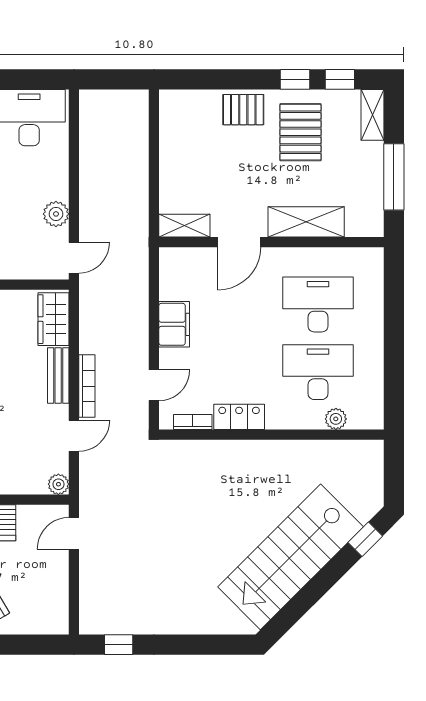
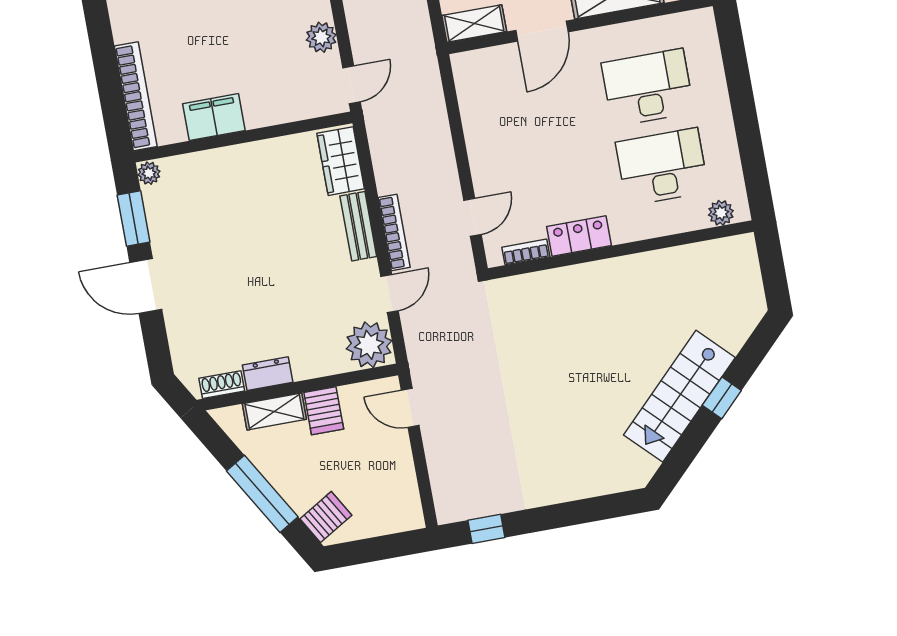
filing cabinet: (174, 324) -> (483, 141), removed
plant: (336, 419) -> (721, 213), moved
plant: (58, 484) -> (369, 345), width x1.87, depth x1.87
door: (74, 533) -> (410, 408), hinge flipped
window: (365, 539) -> (722, 398), moved
stairs: (291, 557) -> (679, 396), width x0.73, depth x0.66

